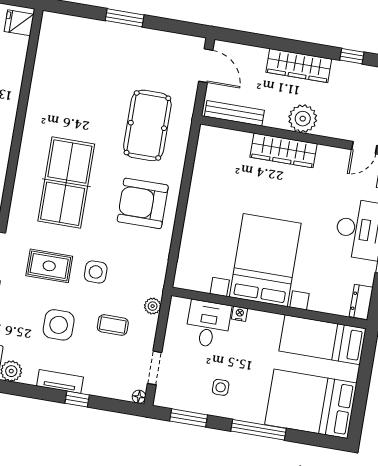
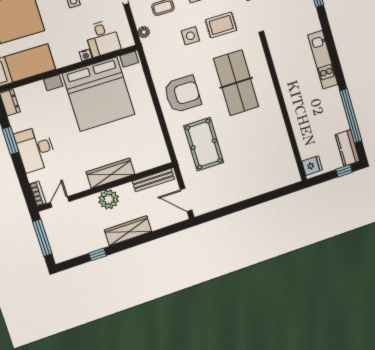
window: (125, 18) -> (250, 203), removed
bed with nightstands: (265, 260) -> (99, 94), width x1.36

